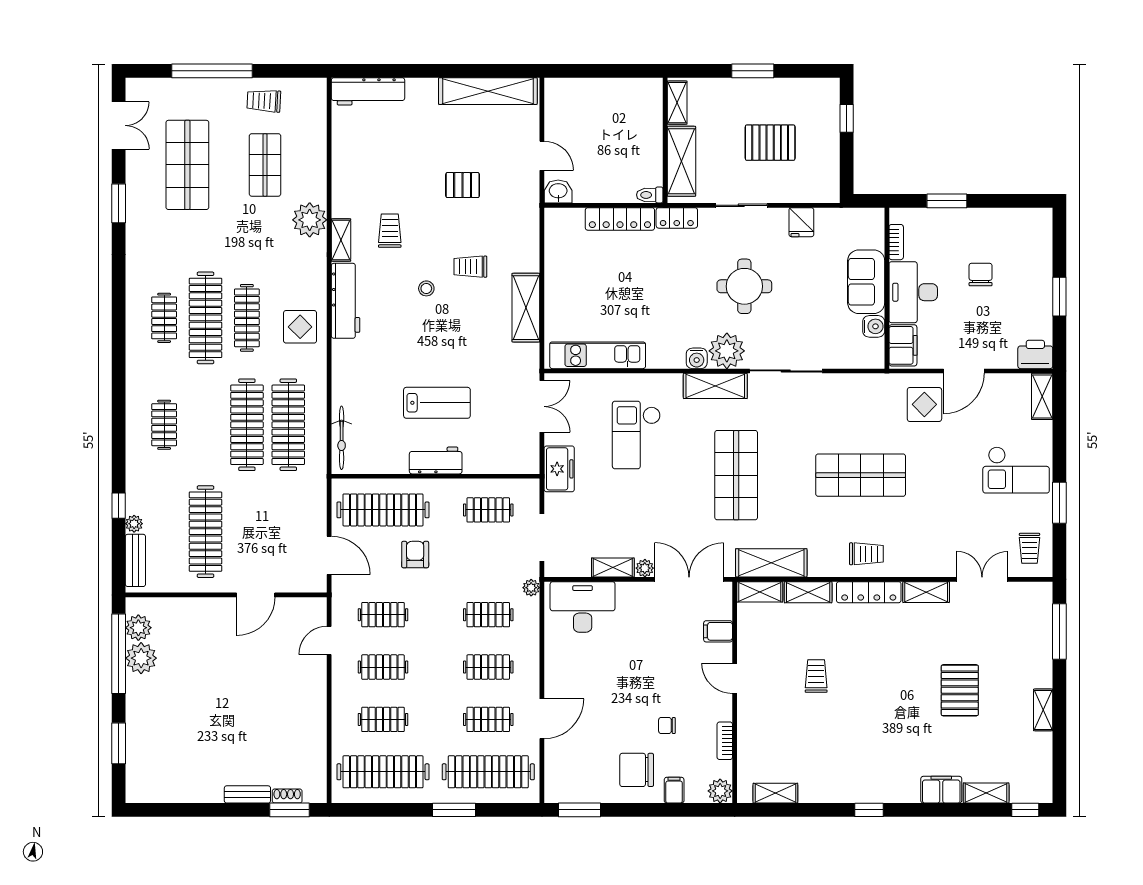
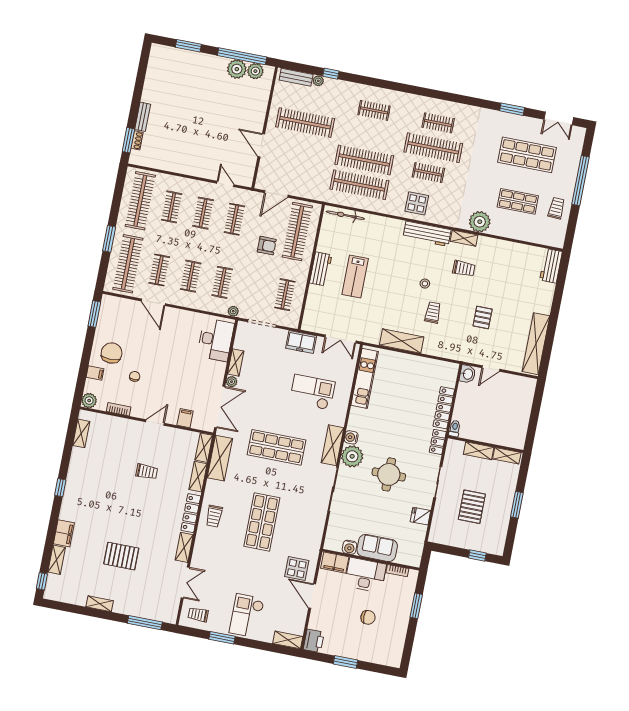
workbench: (368, 91) -> (551, 266), width x0.73
shelving: (681, 161) -> (479, 451), width x0.67, depth x0.75
clothes rail: (247, 318) -> (428, 173), width x0.73

